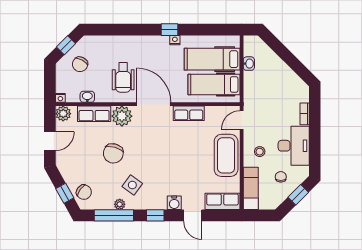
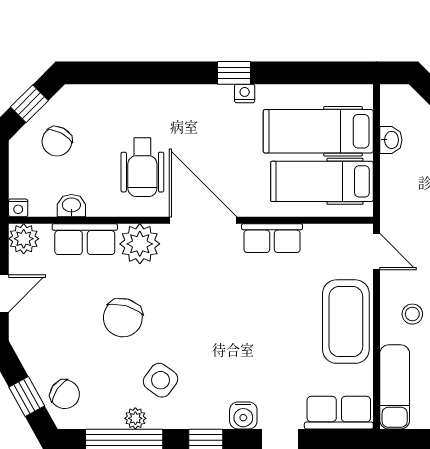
door: (242, 120) -> (377, 252), swing flipped

